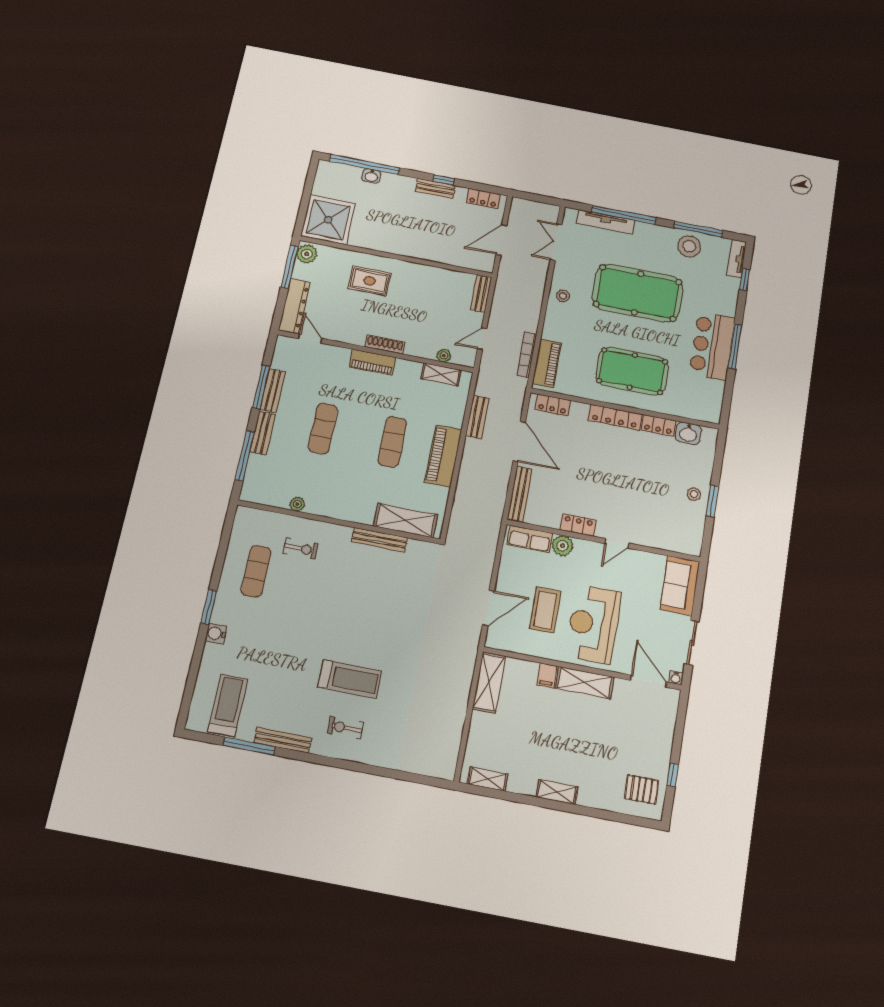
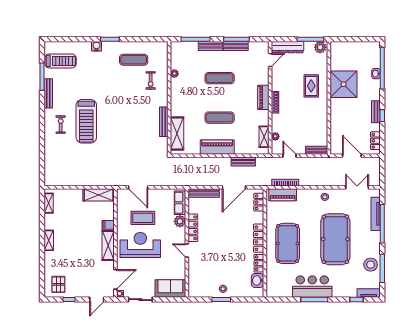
shower: (328, 220) -> (344, 84), moved
locker: (578, 525) -> (193, 228), width x1.53
treadmill: (350, 679) -> (86, 121), width x1.37, depth x1.38
door: (680, 723) -> (97, 300), added

